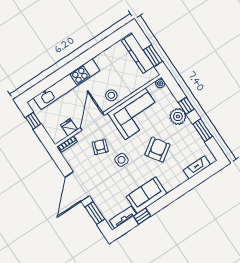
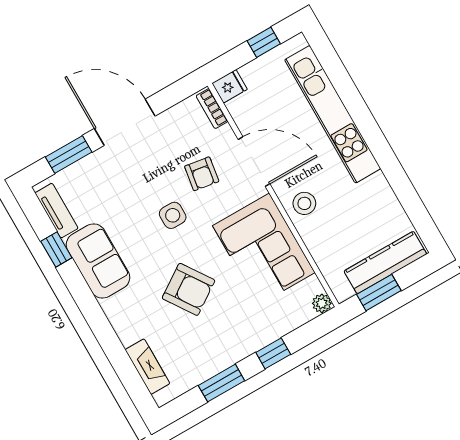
plant: (178, 117) -> (253, 335), removed
fridge: (69, 127) -> (230, 86), moved
armchair: (100, 147) -> (202, 174), turned 79

